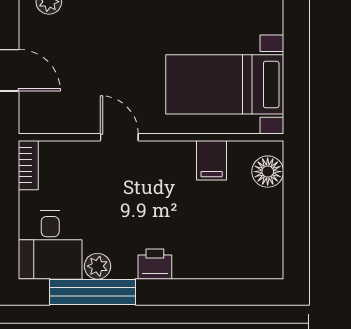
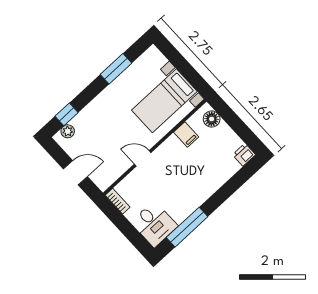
printer: (155, 264) -> (244, 155), moved
plant: (97, 266) -> (180, 215), removed

